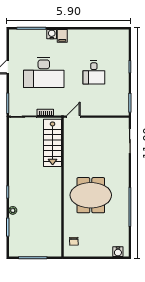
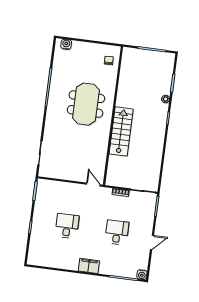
water cooler: (52, 34) -> (142, 275), moved
filing cabinet: (62, 36) -> (89, 266), width x2.00
desk: (44, 72) -> (117, 232), width x0.53, depth x0.77
door: (73, 117) -> (93, 185), swing flipped
stairs: (53, 143) -> (121, 131), moved
meeting table: (91, 195) -> (86, 104), turned 90

